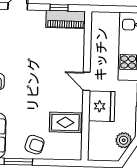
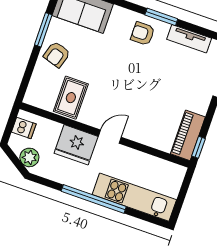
window: (59, 8) -> (199, 147), moved
dishwasher: (102, 152) -> (24, 128), added

